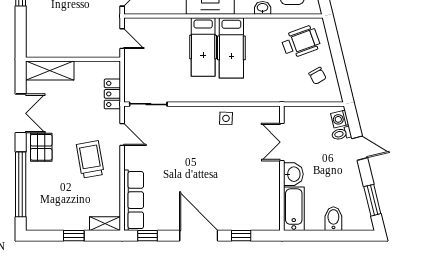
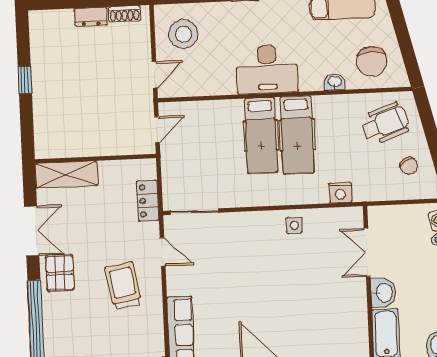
door: (122, 39) -> (157, 130), hinge flipped
nightstand: (263, 94) -> (340, 193), added

